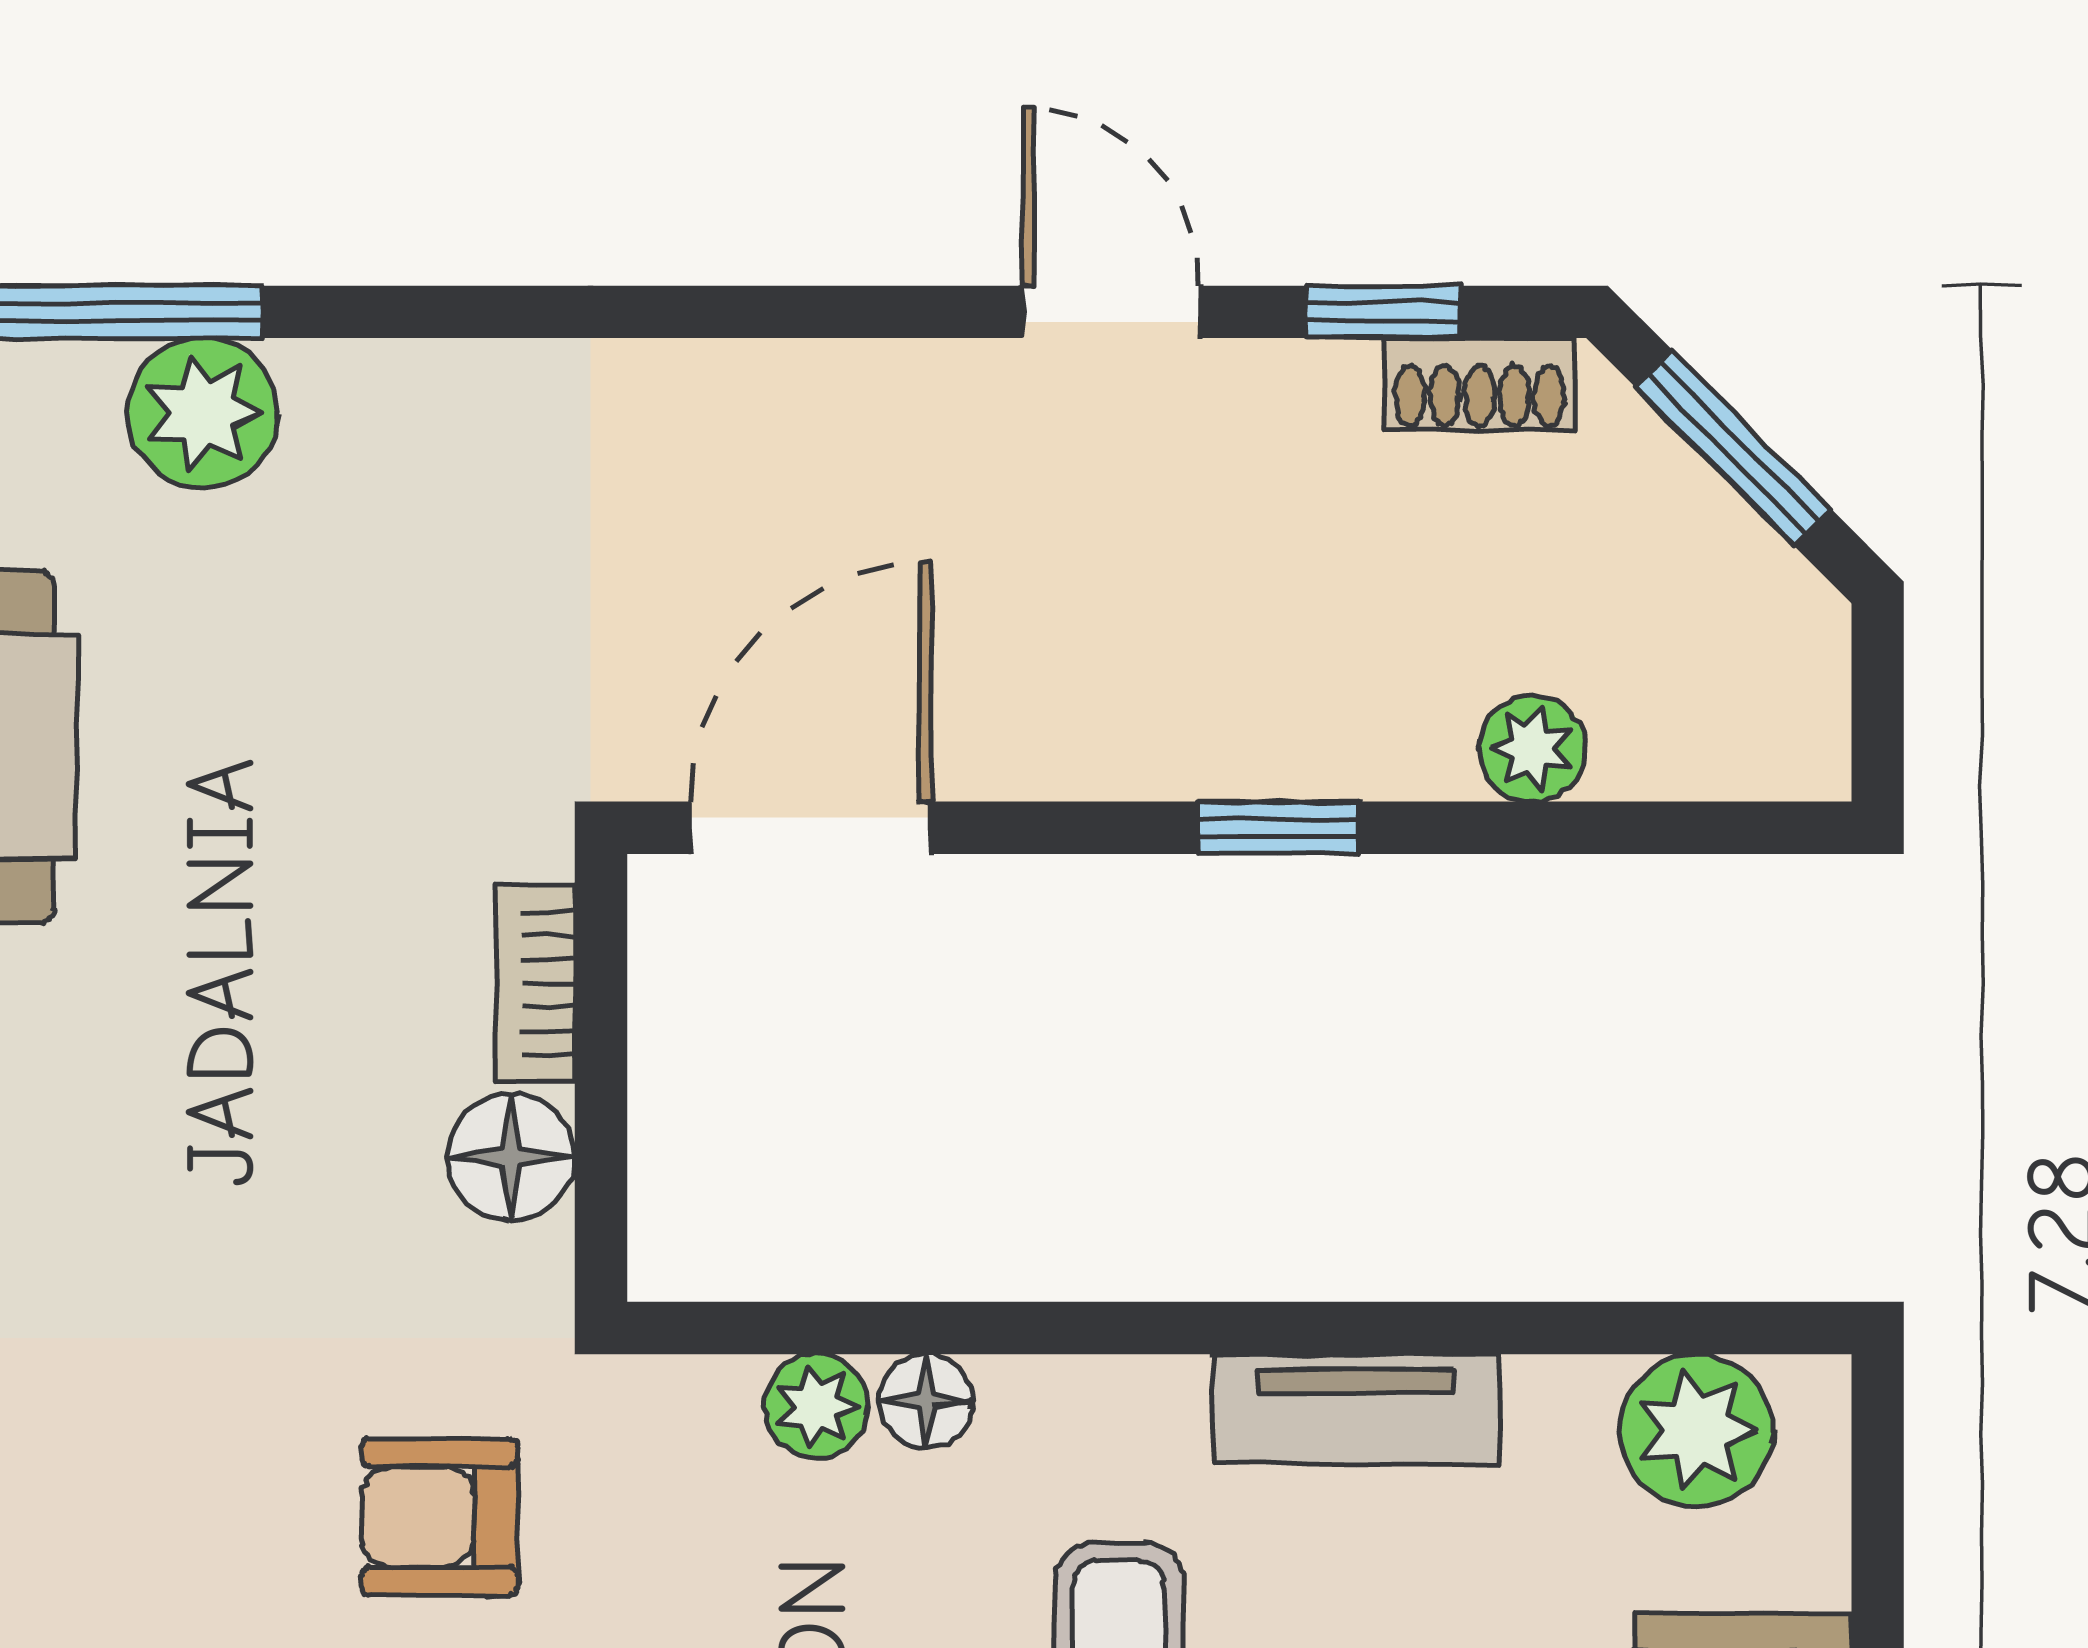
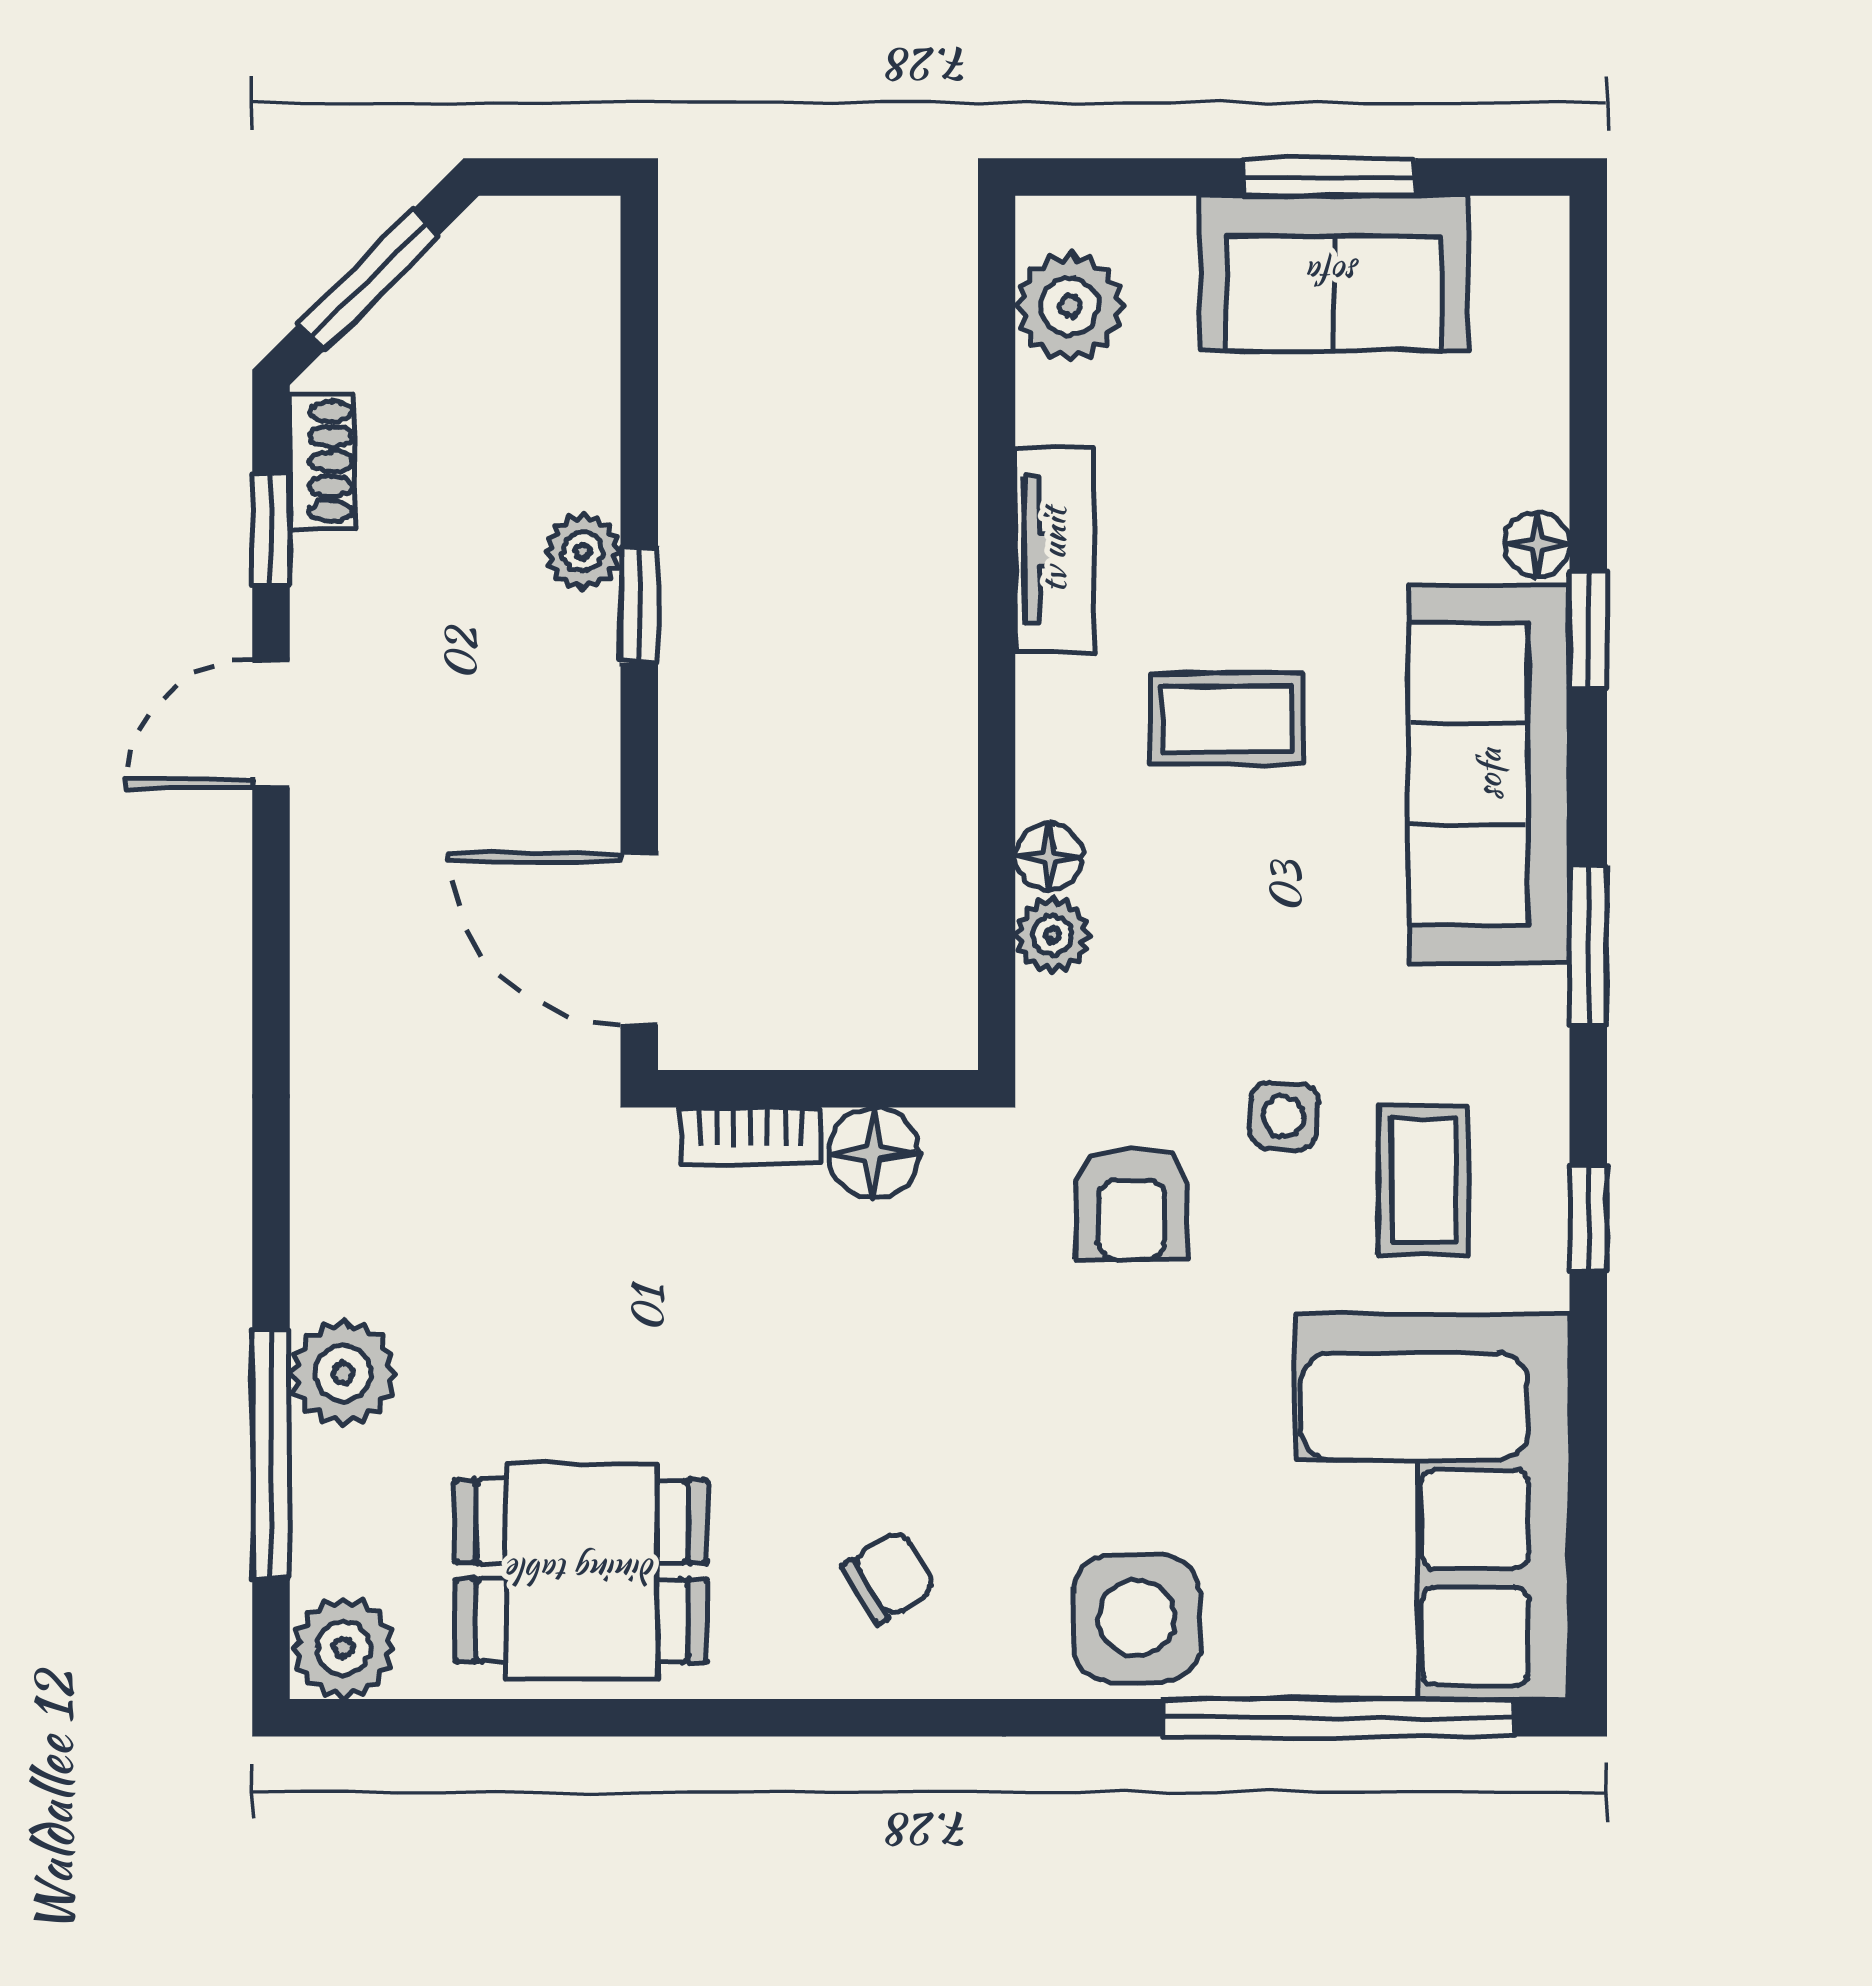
plant: (1532, 749) -> (583, 552), moved

